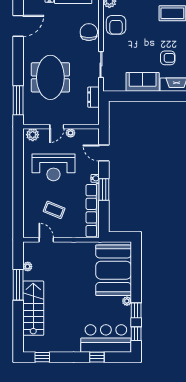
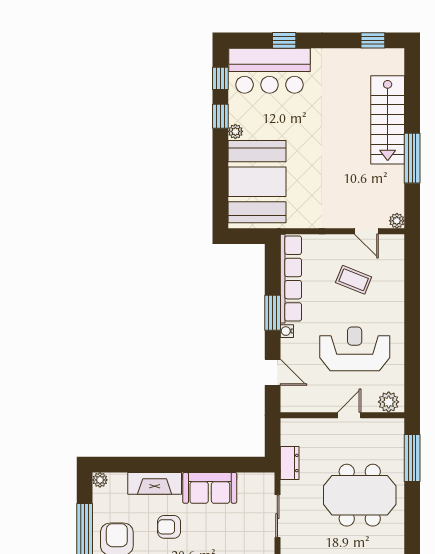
meeting table: (50, 77) -> (360, 495), turned 90
plant: (71, 133) -> (327, 405), removed
plant: (28, 267) -> (397, 221), moved

